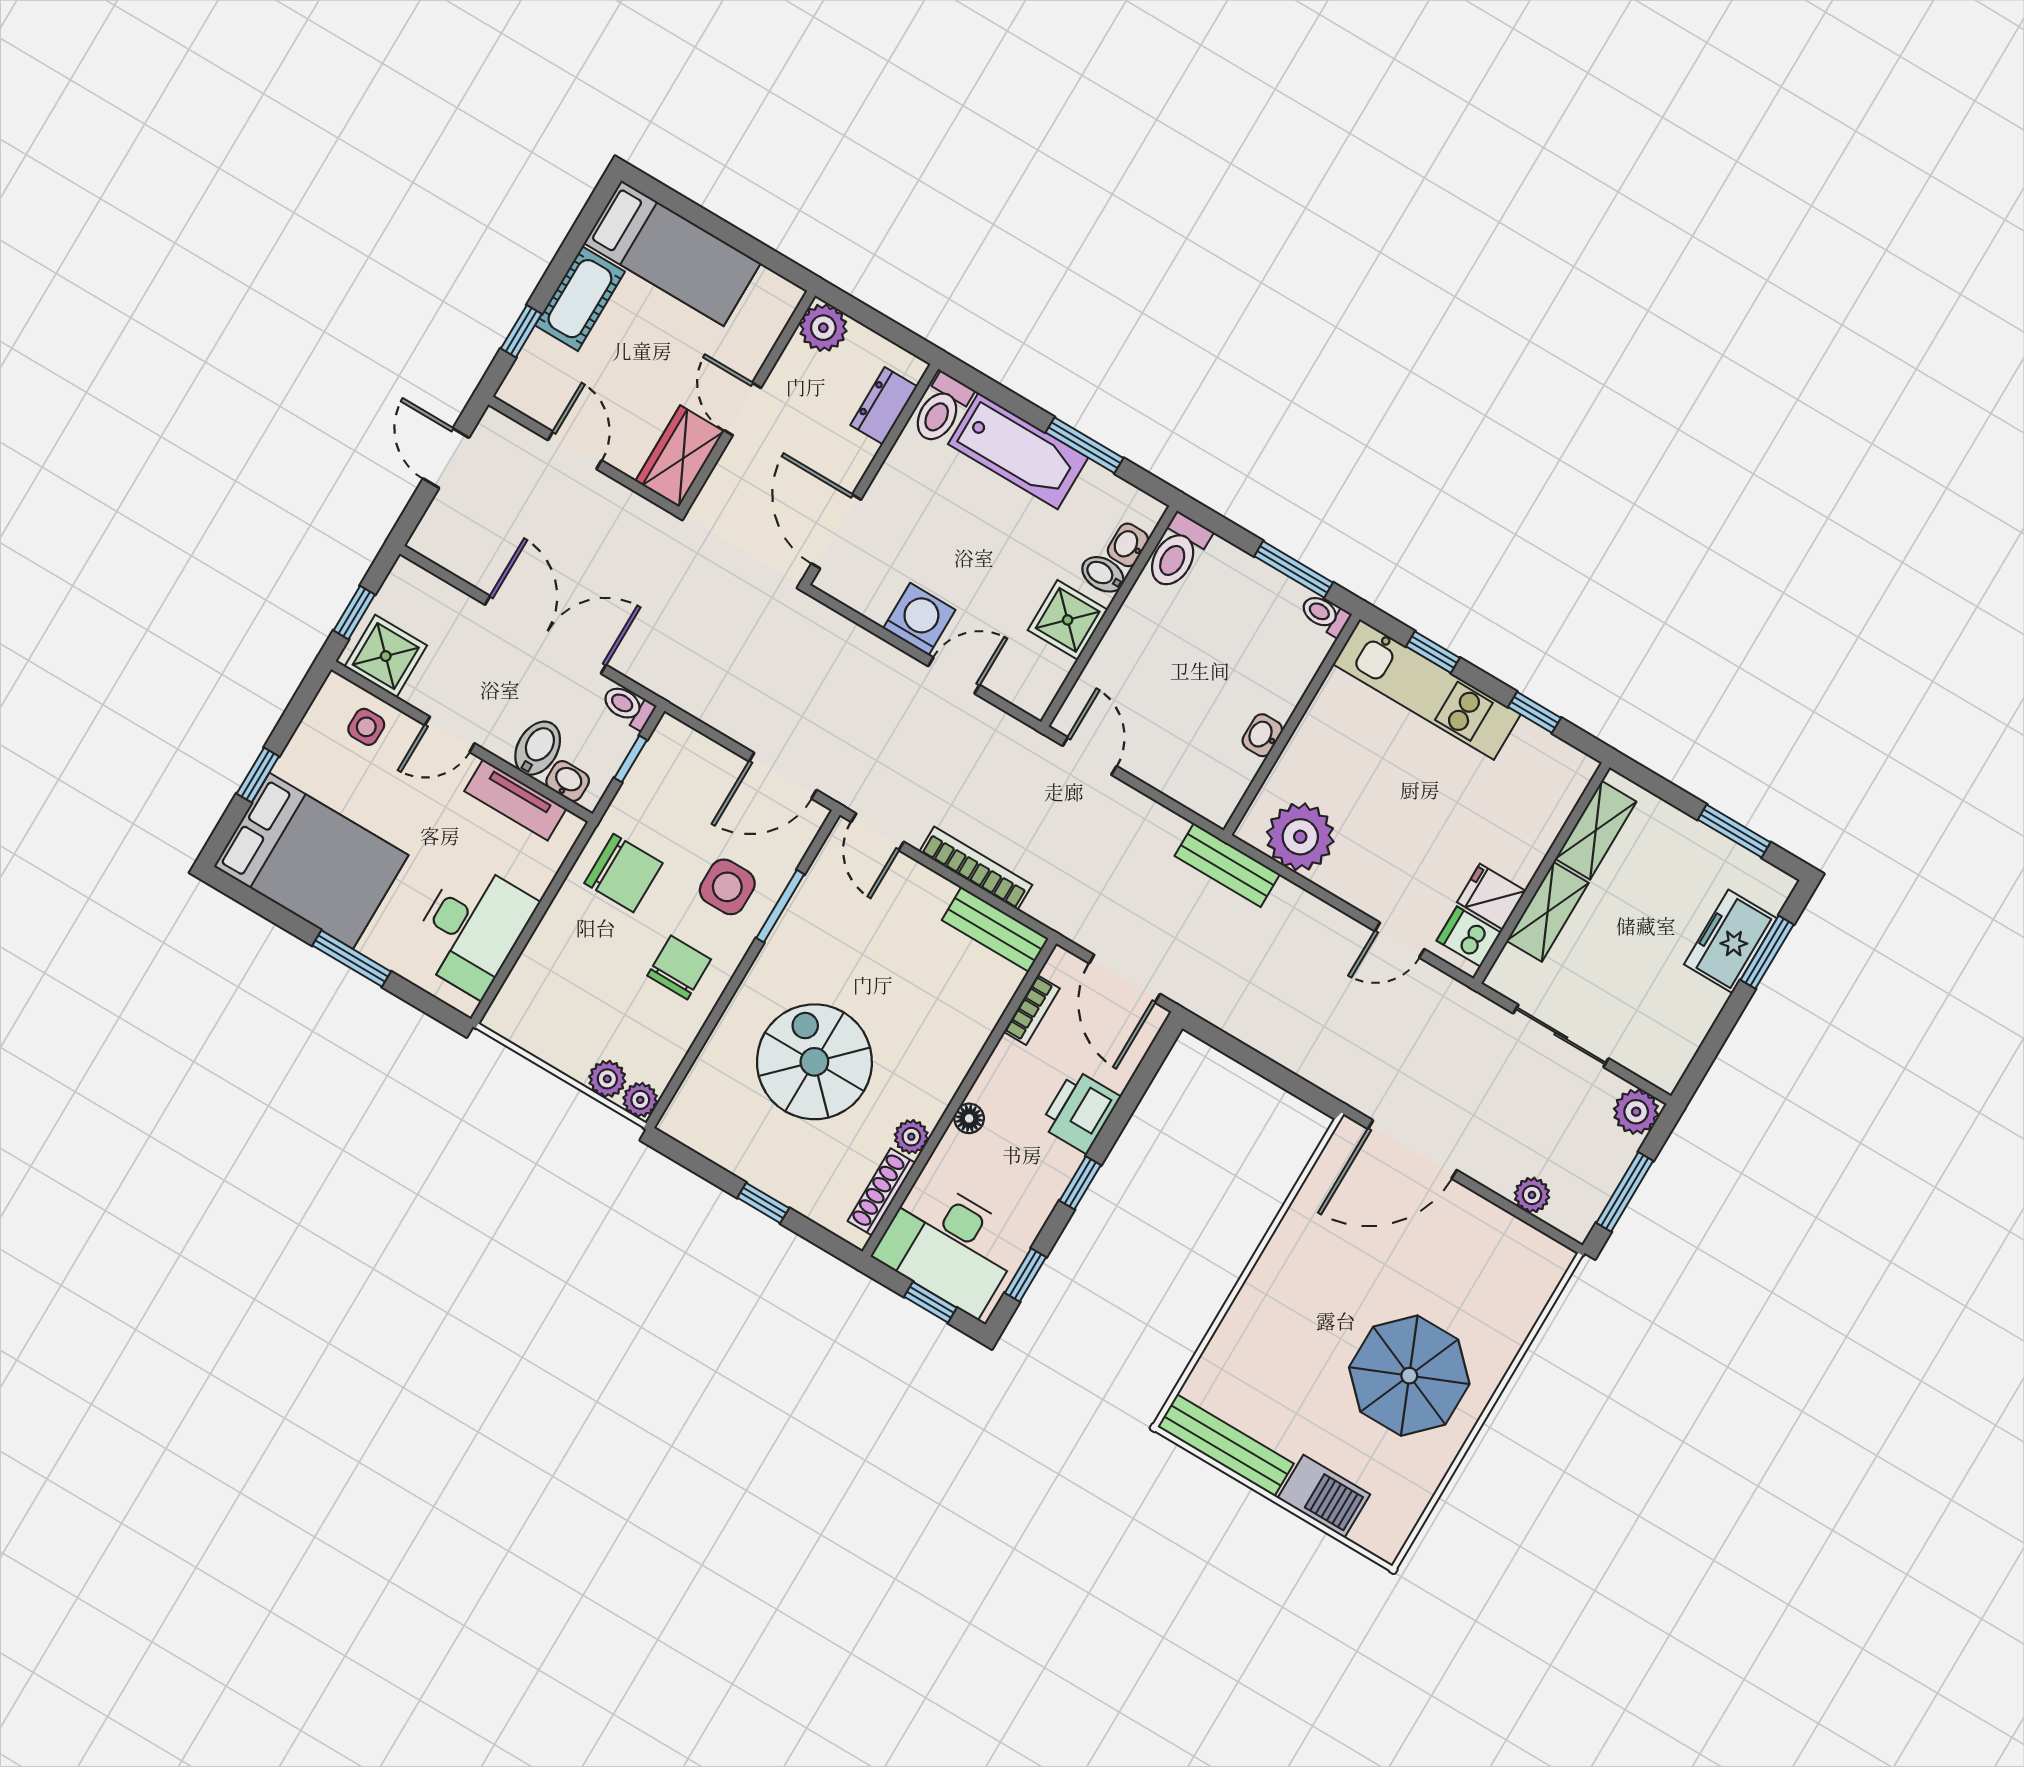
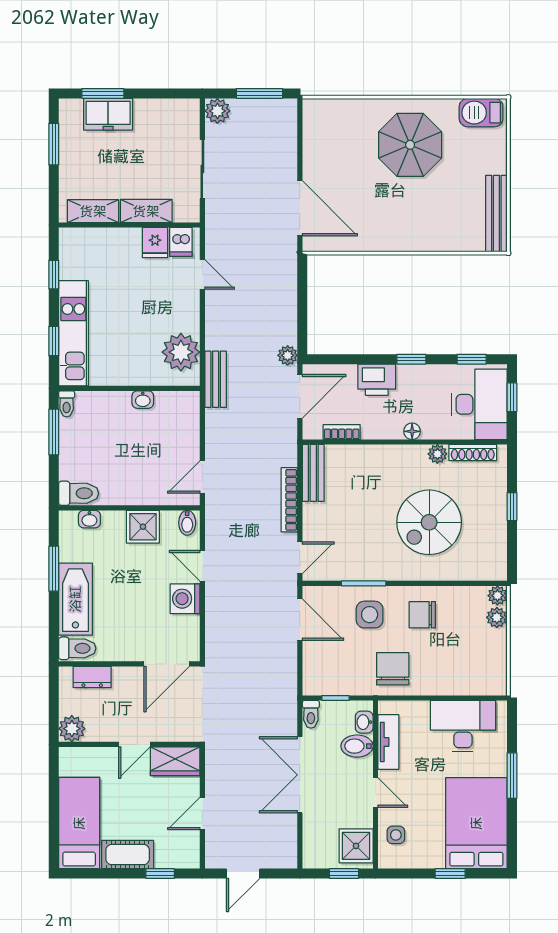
bidet: (1103, 574) -> (187, 523), moved
plant: (1532, 1195) -> (288, 355), moved
barbecue: (1324, 1496) -> (481, 113), moved, turned -90

